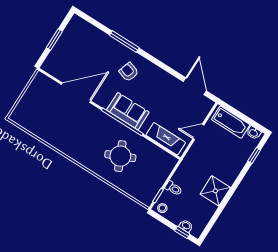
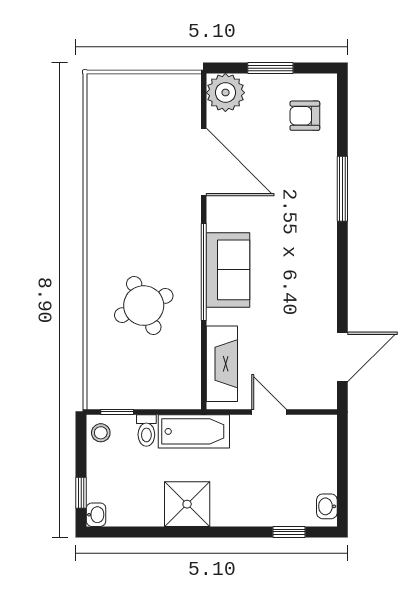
plant: (53, 65) -> (225, 93), added
armchair: (129, 72) -> (305, 116), moved, turned -108
bathtub: (231, 122) -> (194, 431), moved, turned -90
washbasin: (186, 226) -> (96, 515), moved

